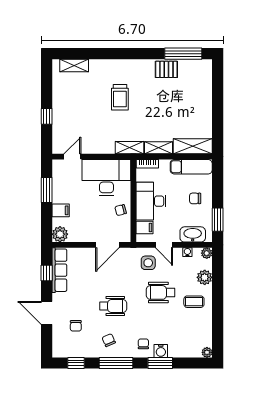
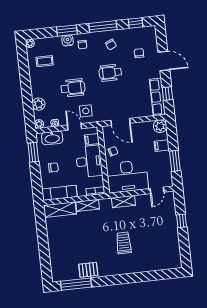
shelving: (74, 65) -> (164, 265), removed
shelving: (130, 148) -> (123, 202), moved
door: (107, 245) -> (121, 122), swing flipped
coffee table: (194, 302) -> (45, 61), moved

